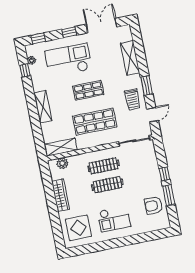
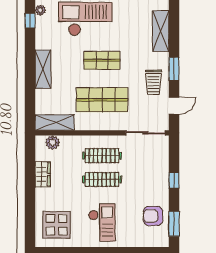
wardrobe: (61, 195) -> (43, 174), width x0.67
window: (169, 195) -> (174, 224), moved
checkout: (114, 219) -> (102, 223), turned -90

